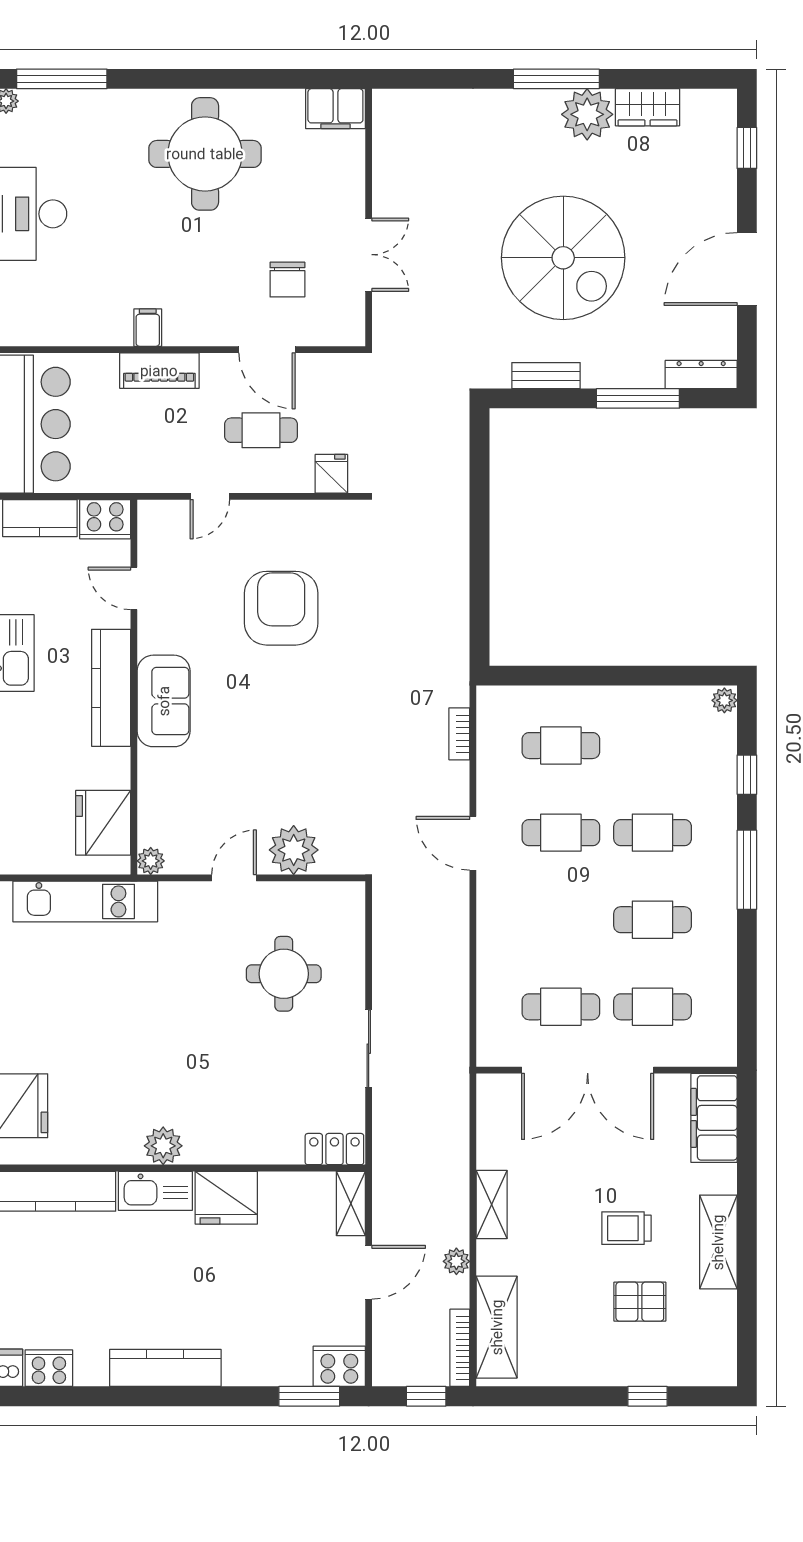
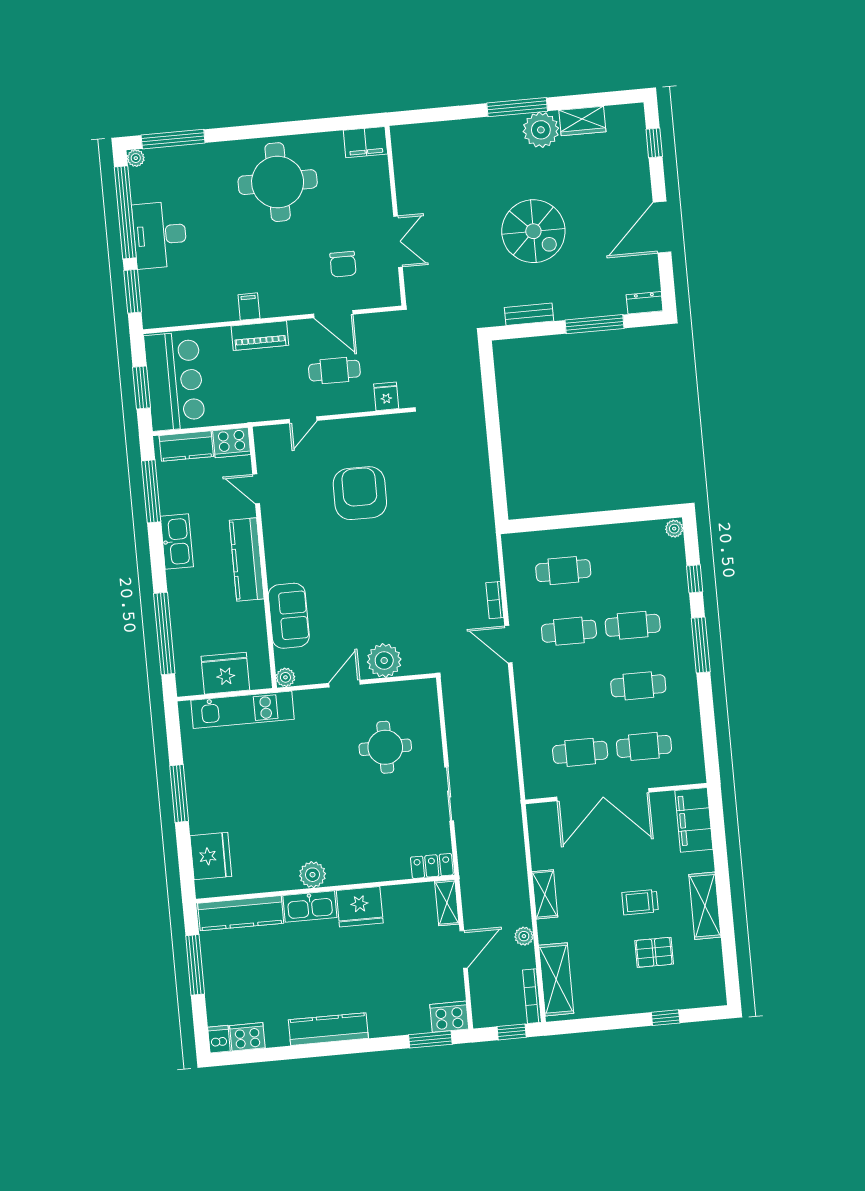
spiral stairs: (563, 258) -> (533, 231), width x0.73, depth x0.73
dresser: (701, 375) -> (645, 303), width x0.70
sofa: (164, 701) -> (289, 616), moved
bookcase: (459, 734) -> (495, 600), moved
fridge: (103, 823) -> (225, 673), moved, turned 90

